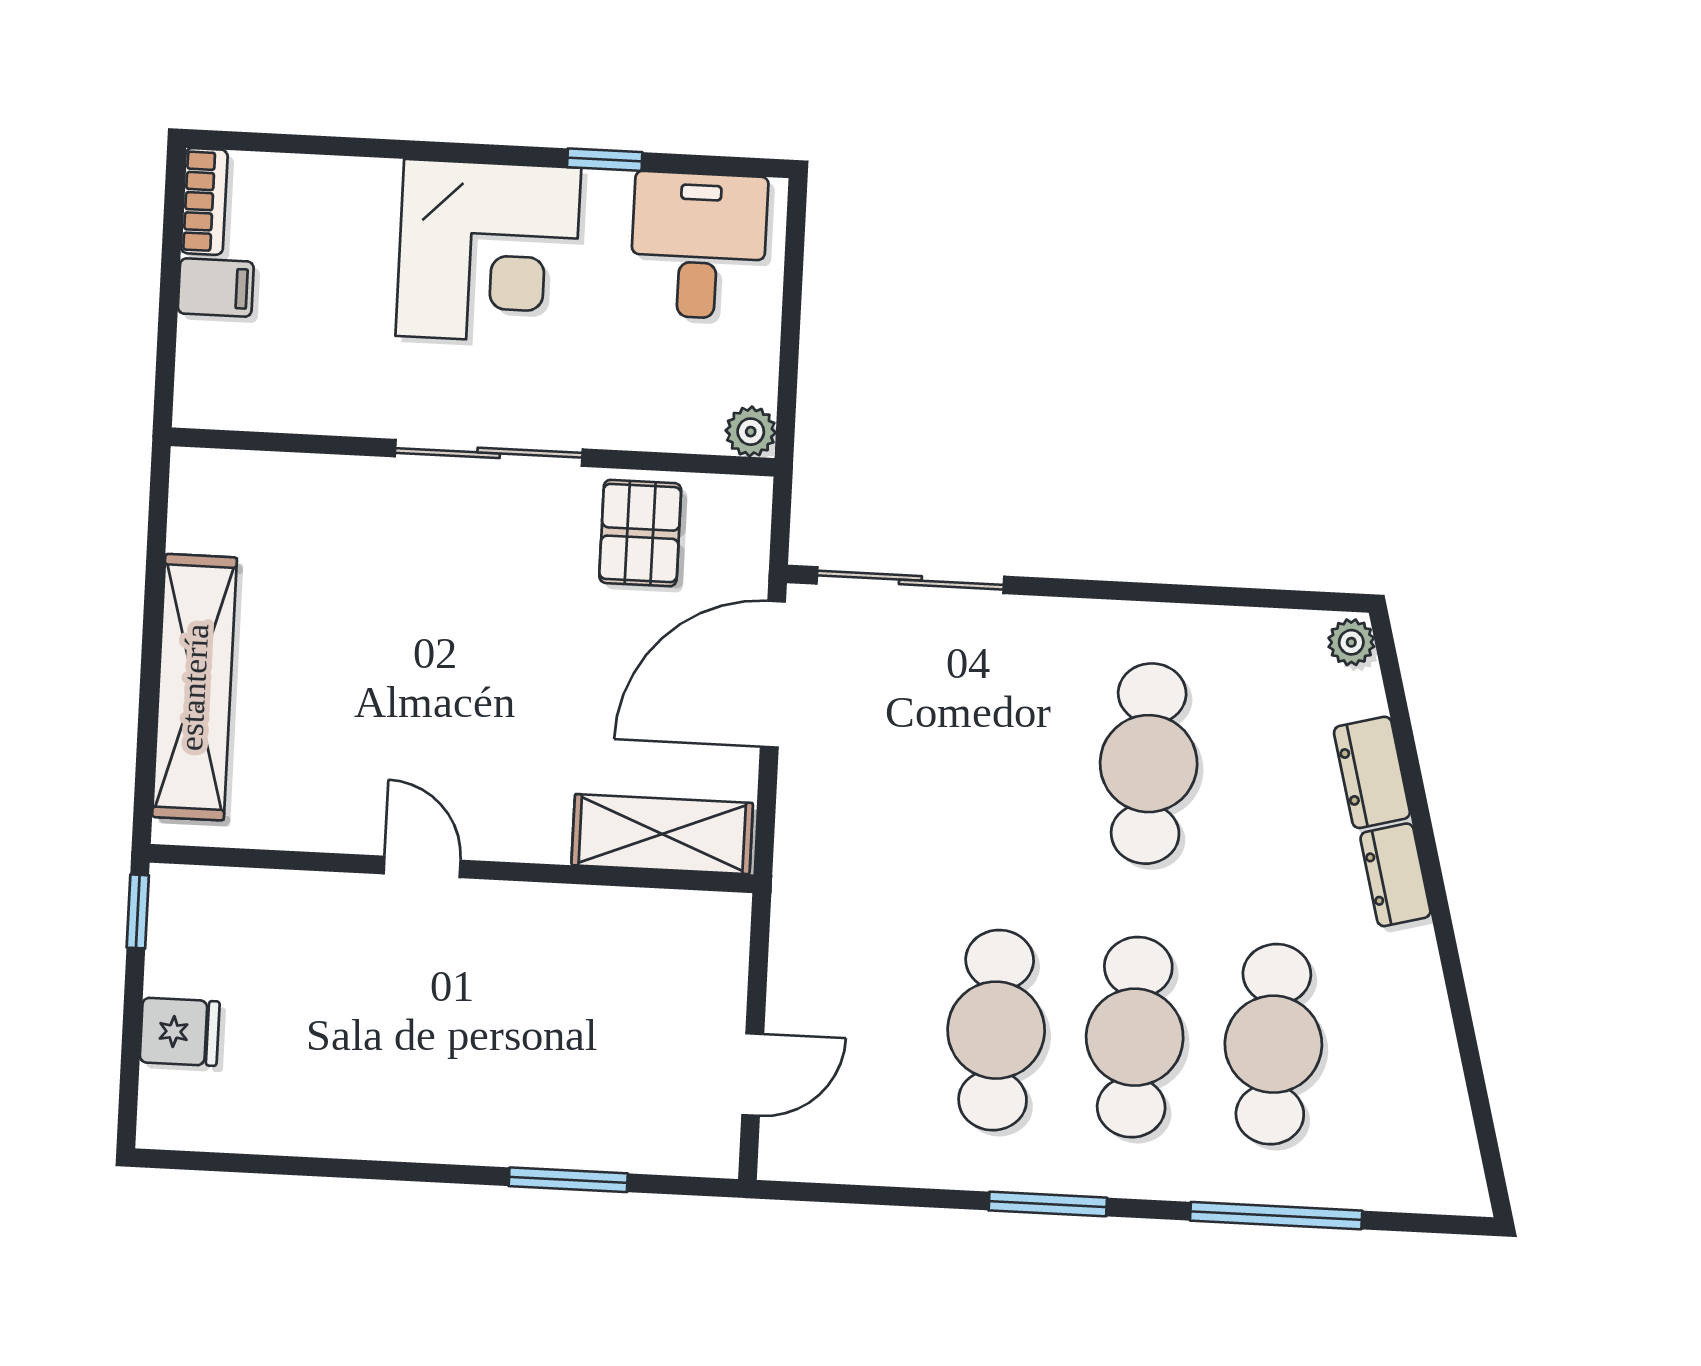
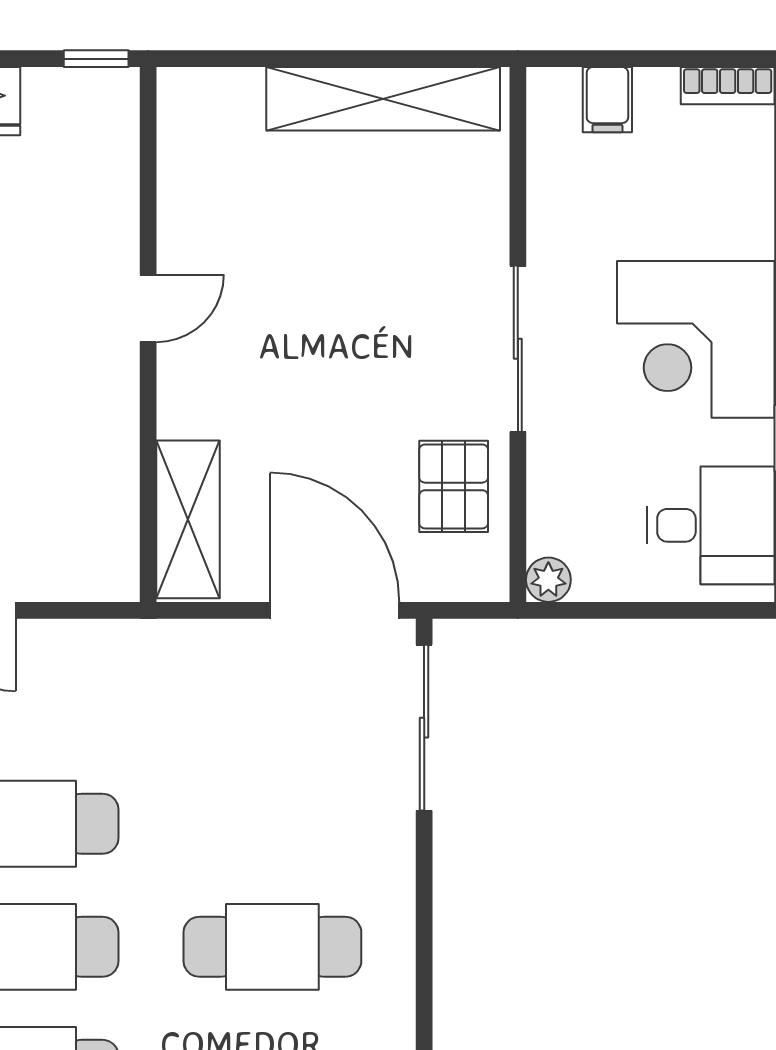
filing cabinet: (216, 288) -> (607, 100), moved
pallet: (640, 533) -> (454, 486), turned 90
shelving: (194, 687) -> (383, 99), moved

